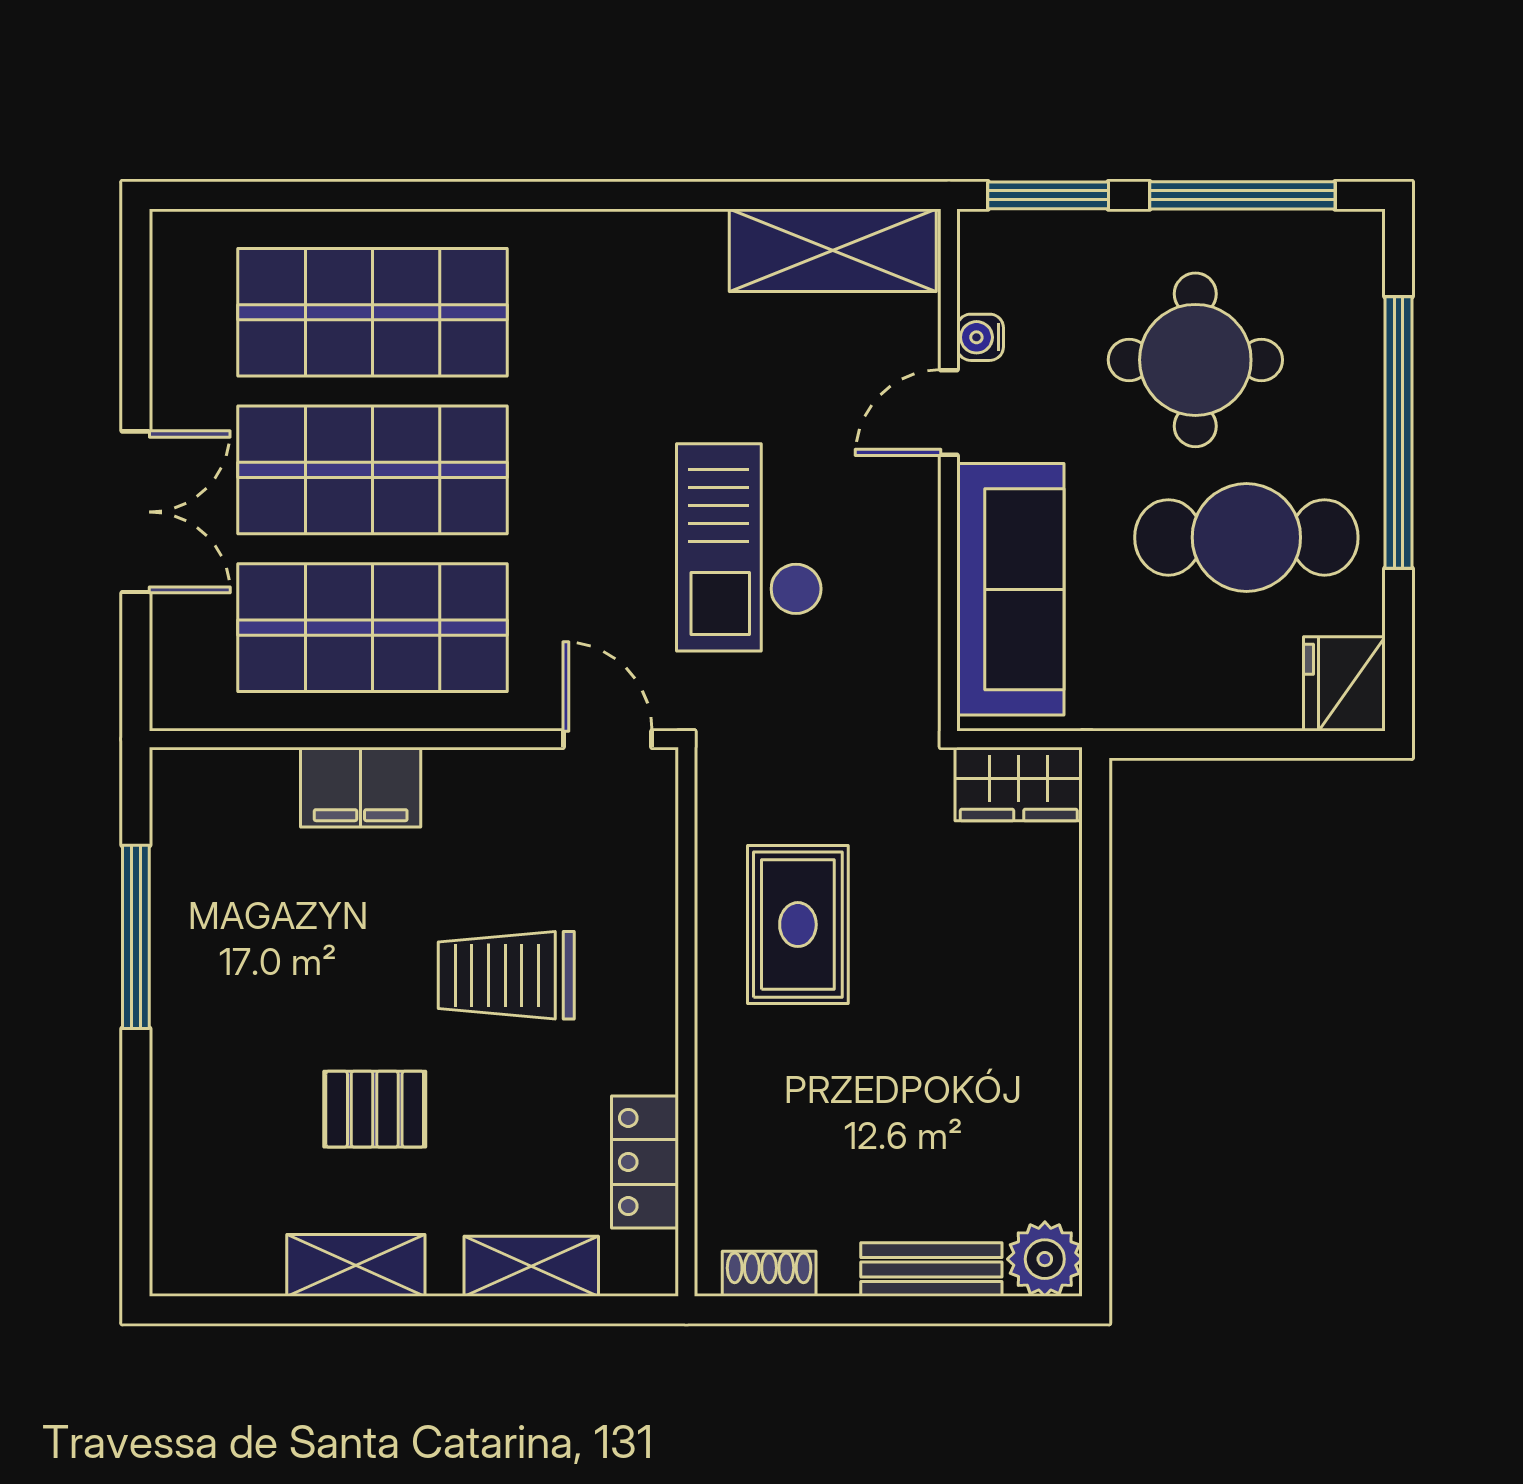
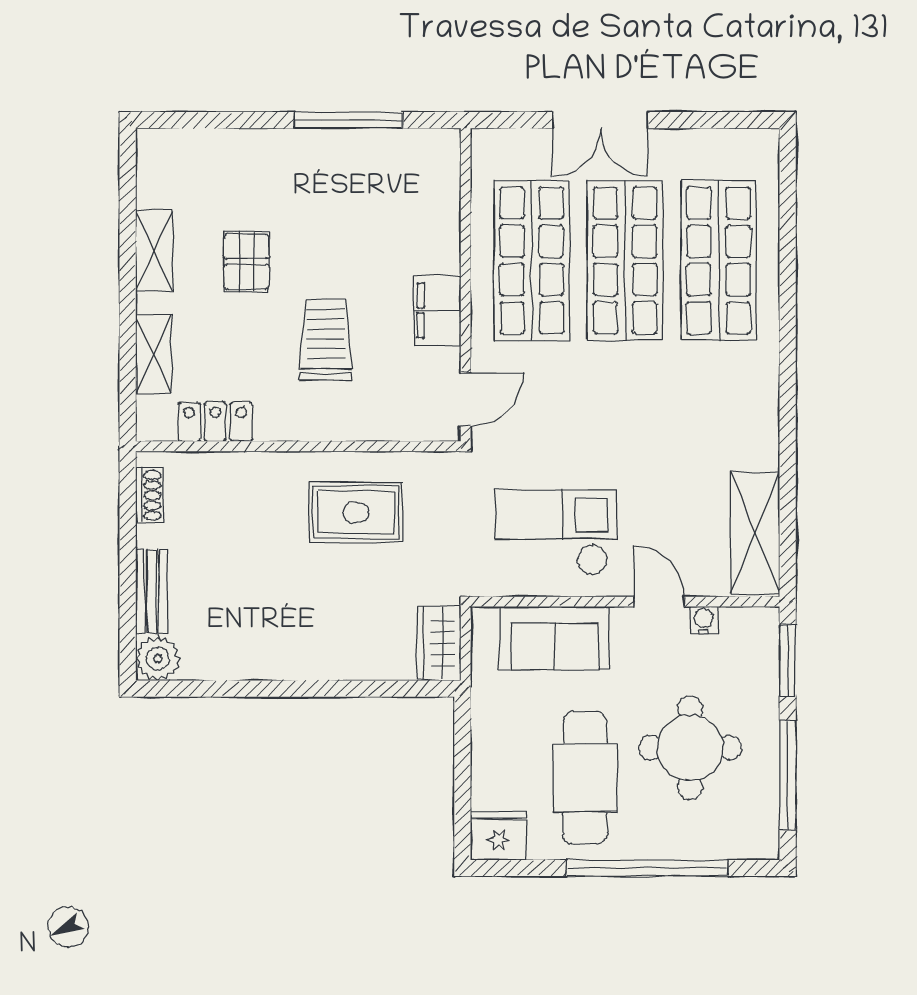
checkout: (749, 547) -> (556, 532), moved
sofa: (1010, 589) -> (554, 638), width x0.73
filing cabinet: (361, 787) -> (437, 310), moved

